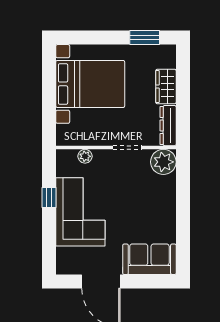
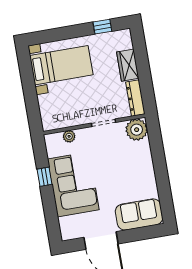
window: (145, 38) -> (102, 27), width x0.67
bed with nightstands: (90, 84) -> (61, 65), width x0.73

